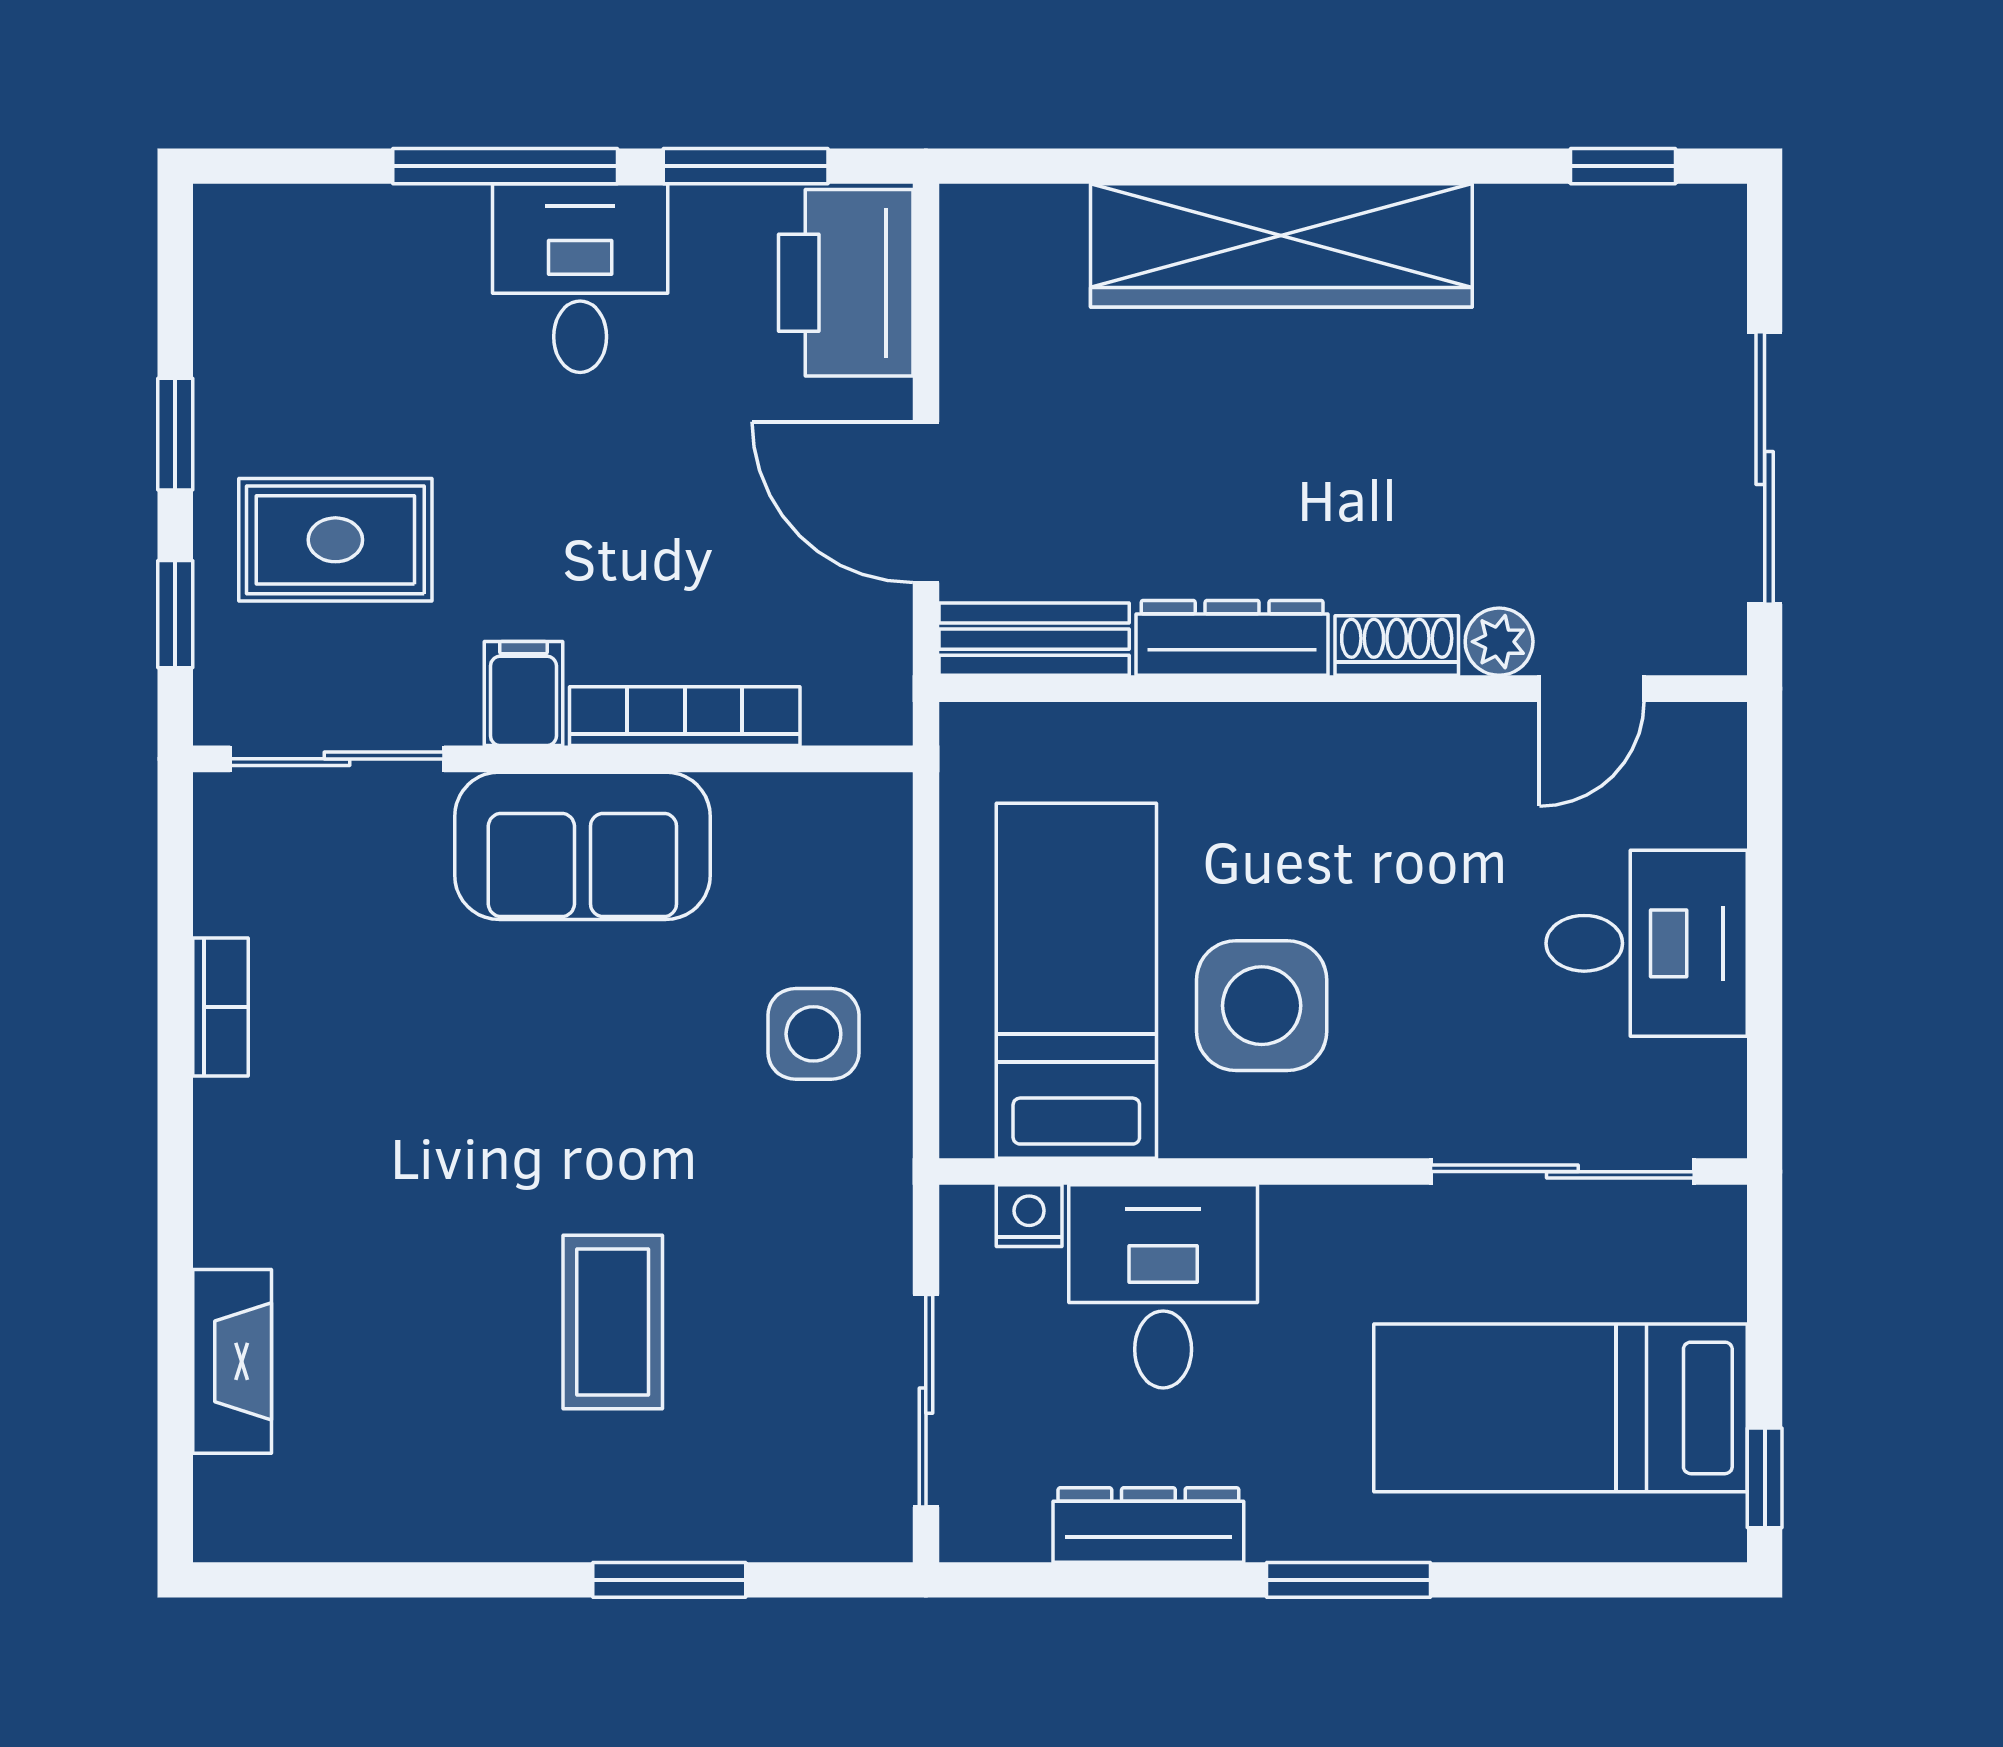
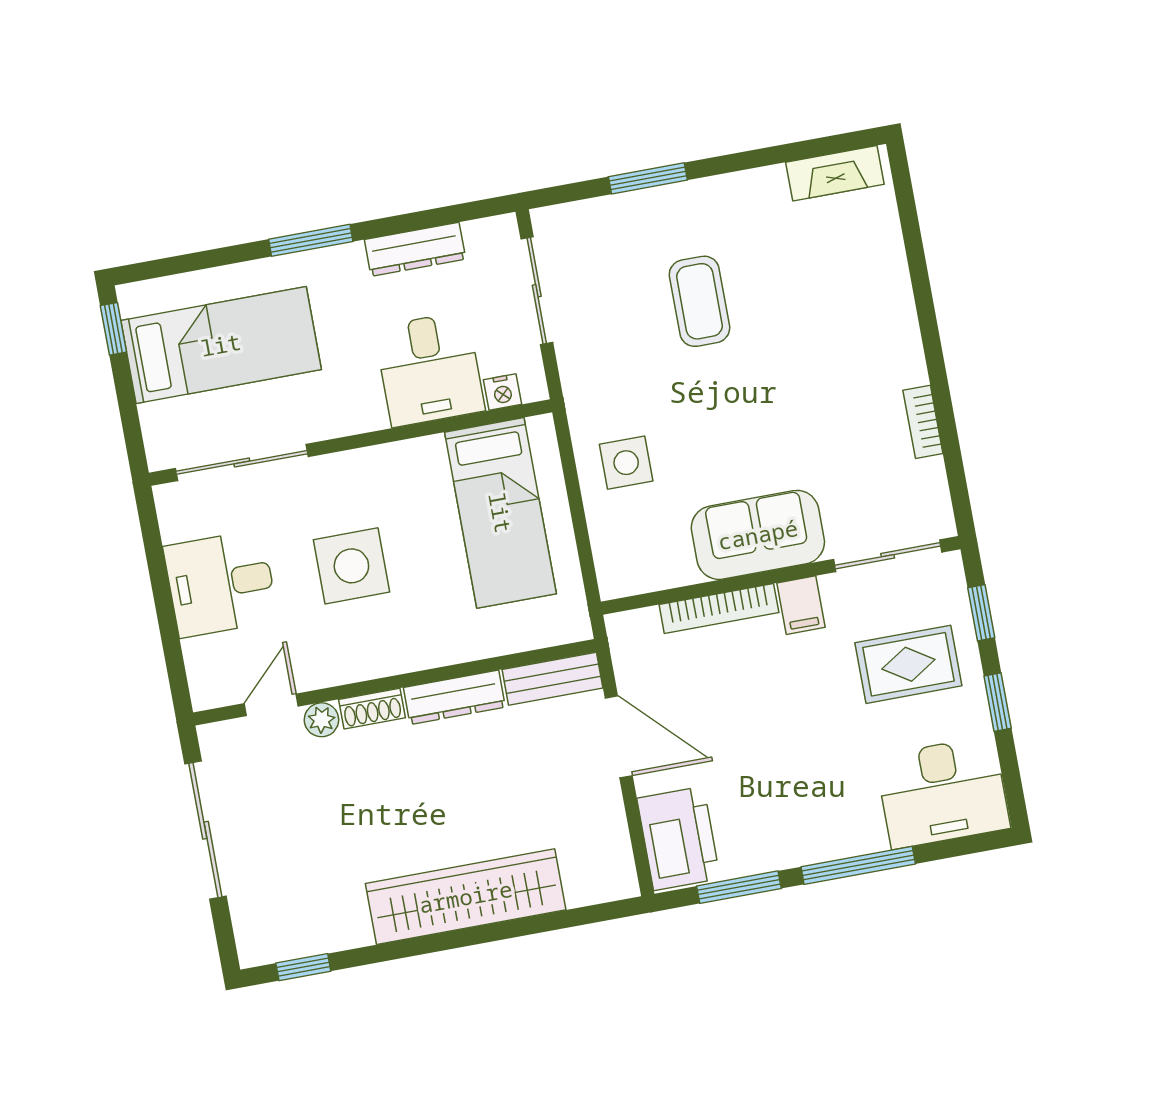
desk: (580, 278) -> (943, 792), moved, width x1.37
side table: (1262, 1006) -> (351, 566), moved
fireplace: (232, 1361) -> (835, 173), moved, turned -90

